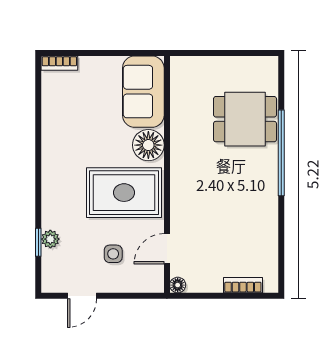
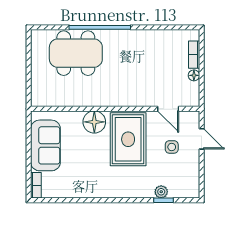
sofa: (143, 92) -> (45, 145), moved, turned -90
dining table: (245, 119) -> (76, 53), width x1.38
floor lamp: (178, 285) -> (194, 75), moved
door: (82, 296) -> (202, 139), moved

